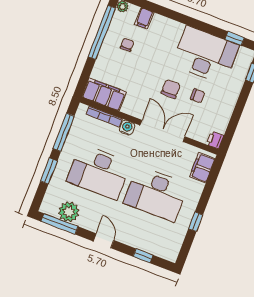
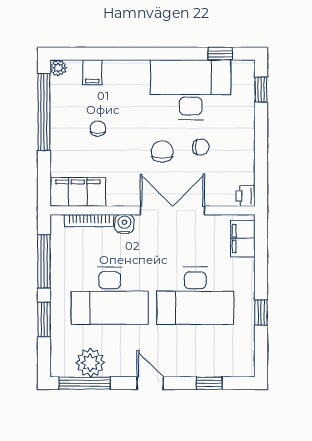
chair: (127, 45) -> (98, 128), moved

